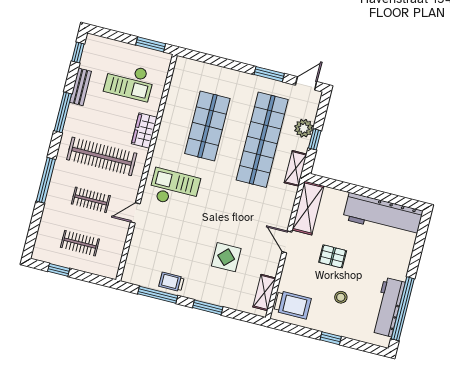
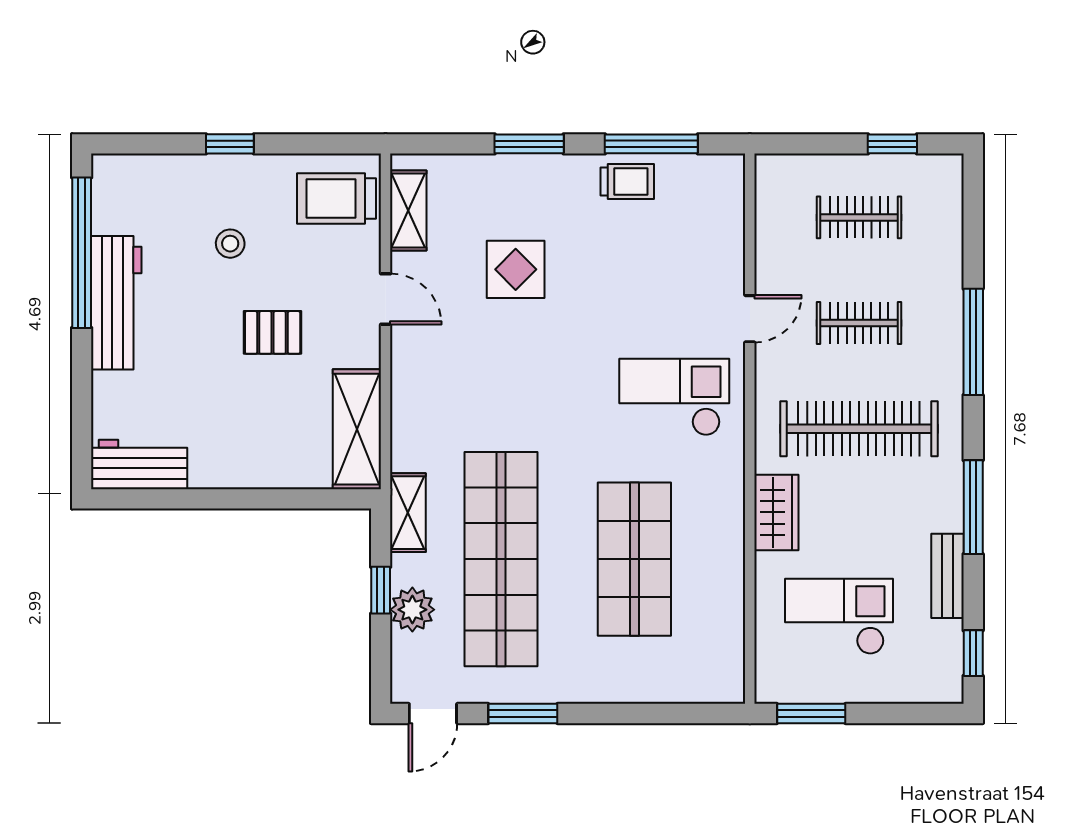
checkout: (174, 188) -> (674, 397), turned 180
workbench: (383, 215) -> (139, 464), width x0.53, depth x0.76
door: (287, 242) -> (386, 299), moved
workbench: (388, 307) -> (116, 303), moved

